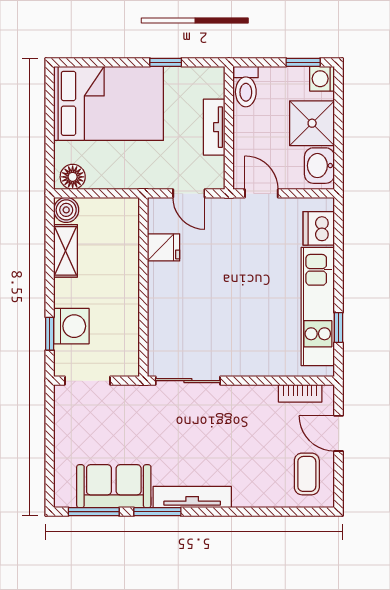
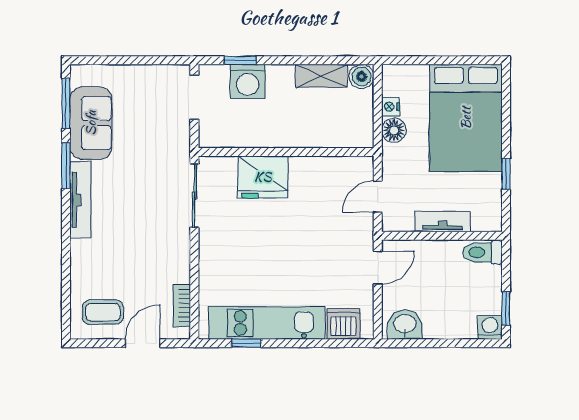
shower: (312, 123) -> (446, 317), removed
floor lamp: (73, 177) -> (394, 130), moved
nightstand: (97, 180) -> (391, 107), added
fridge: (163, 247) -> (263, 177), moved, width x1.88, depth x1.34

